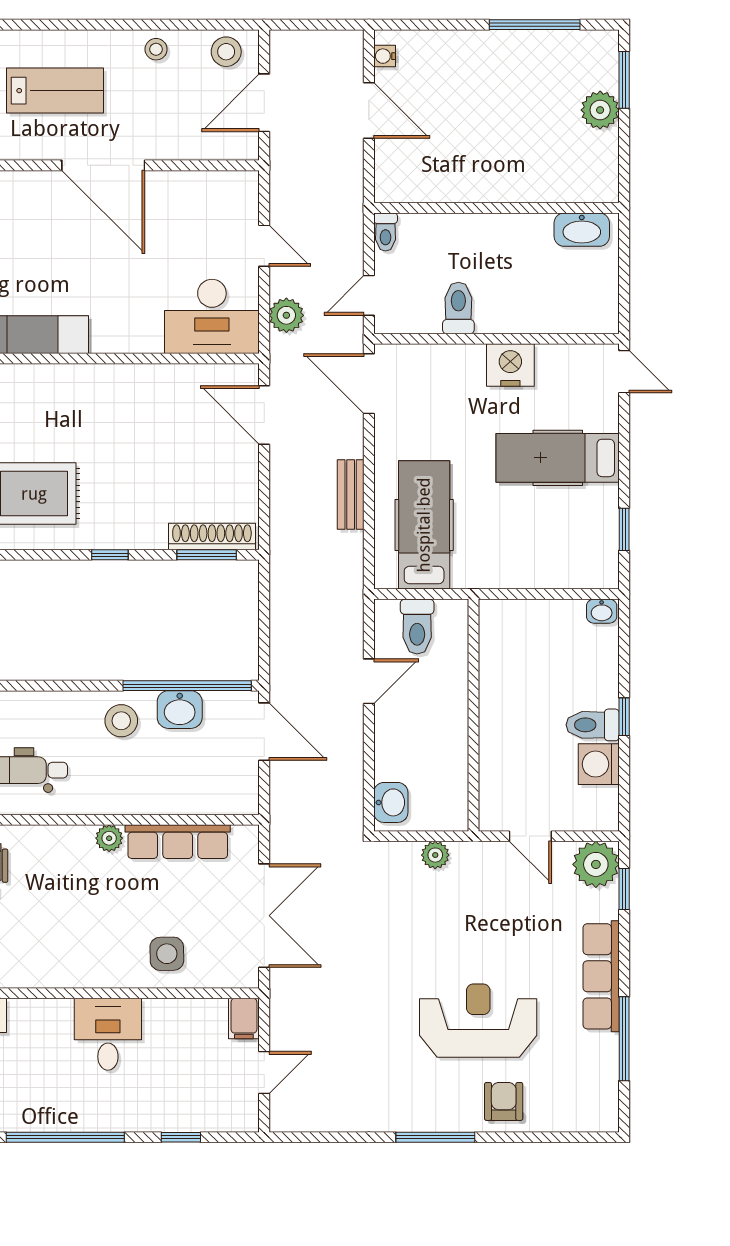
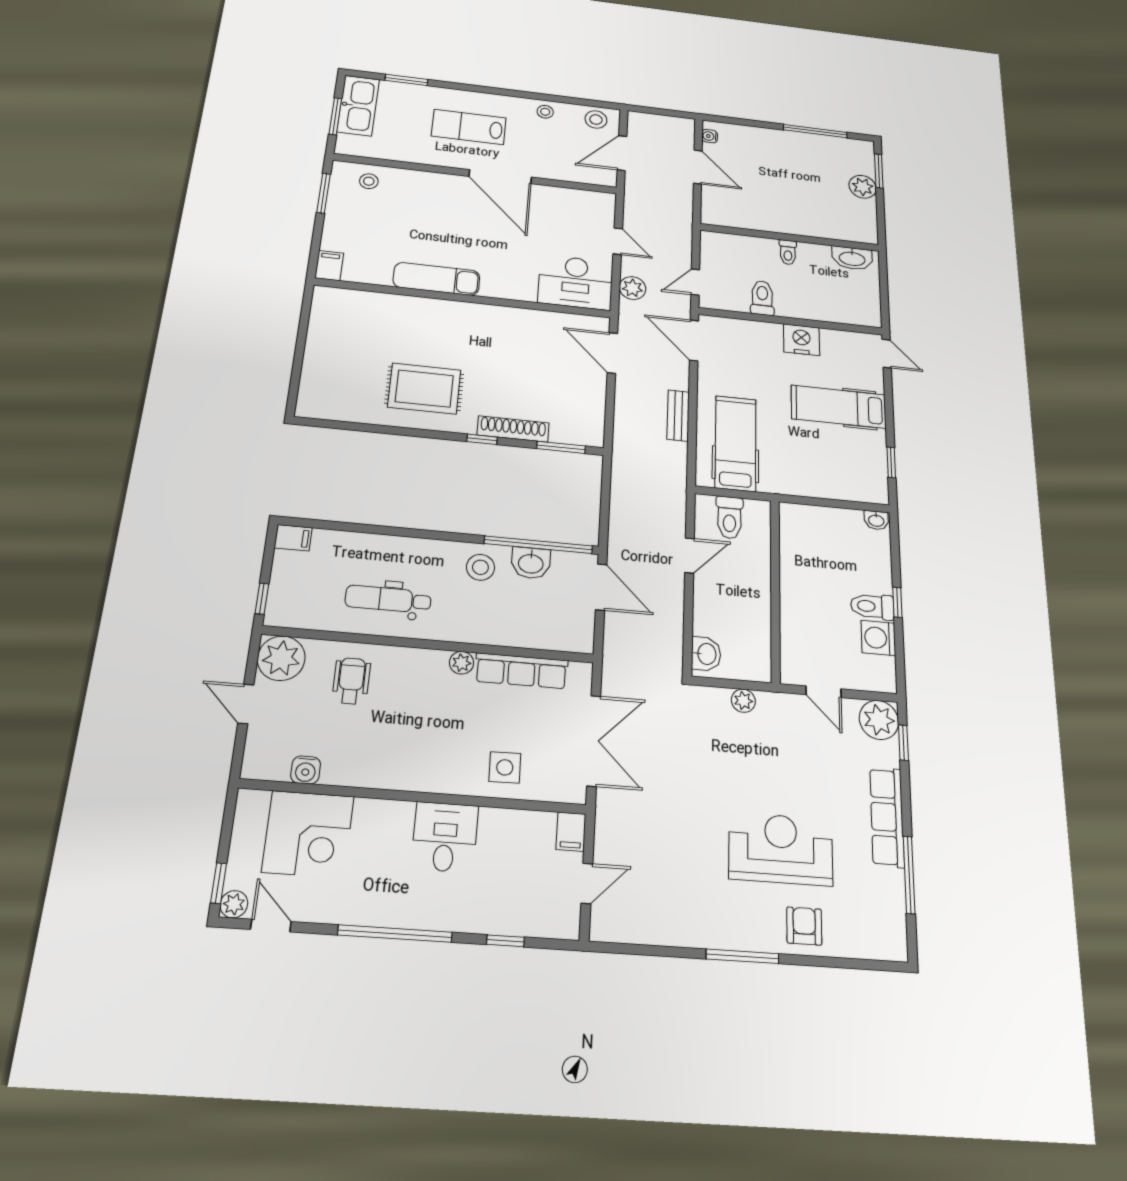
lab bench: (55, 91) -> (469, 127), turned 180
toilet: (386, 232) -> (788, 252), moved
shoe rack: (212, 536) -> (513, 429), moved

